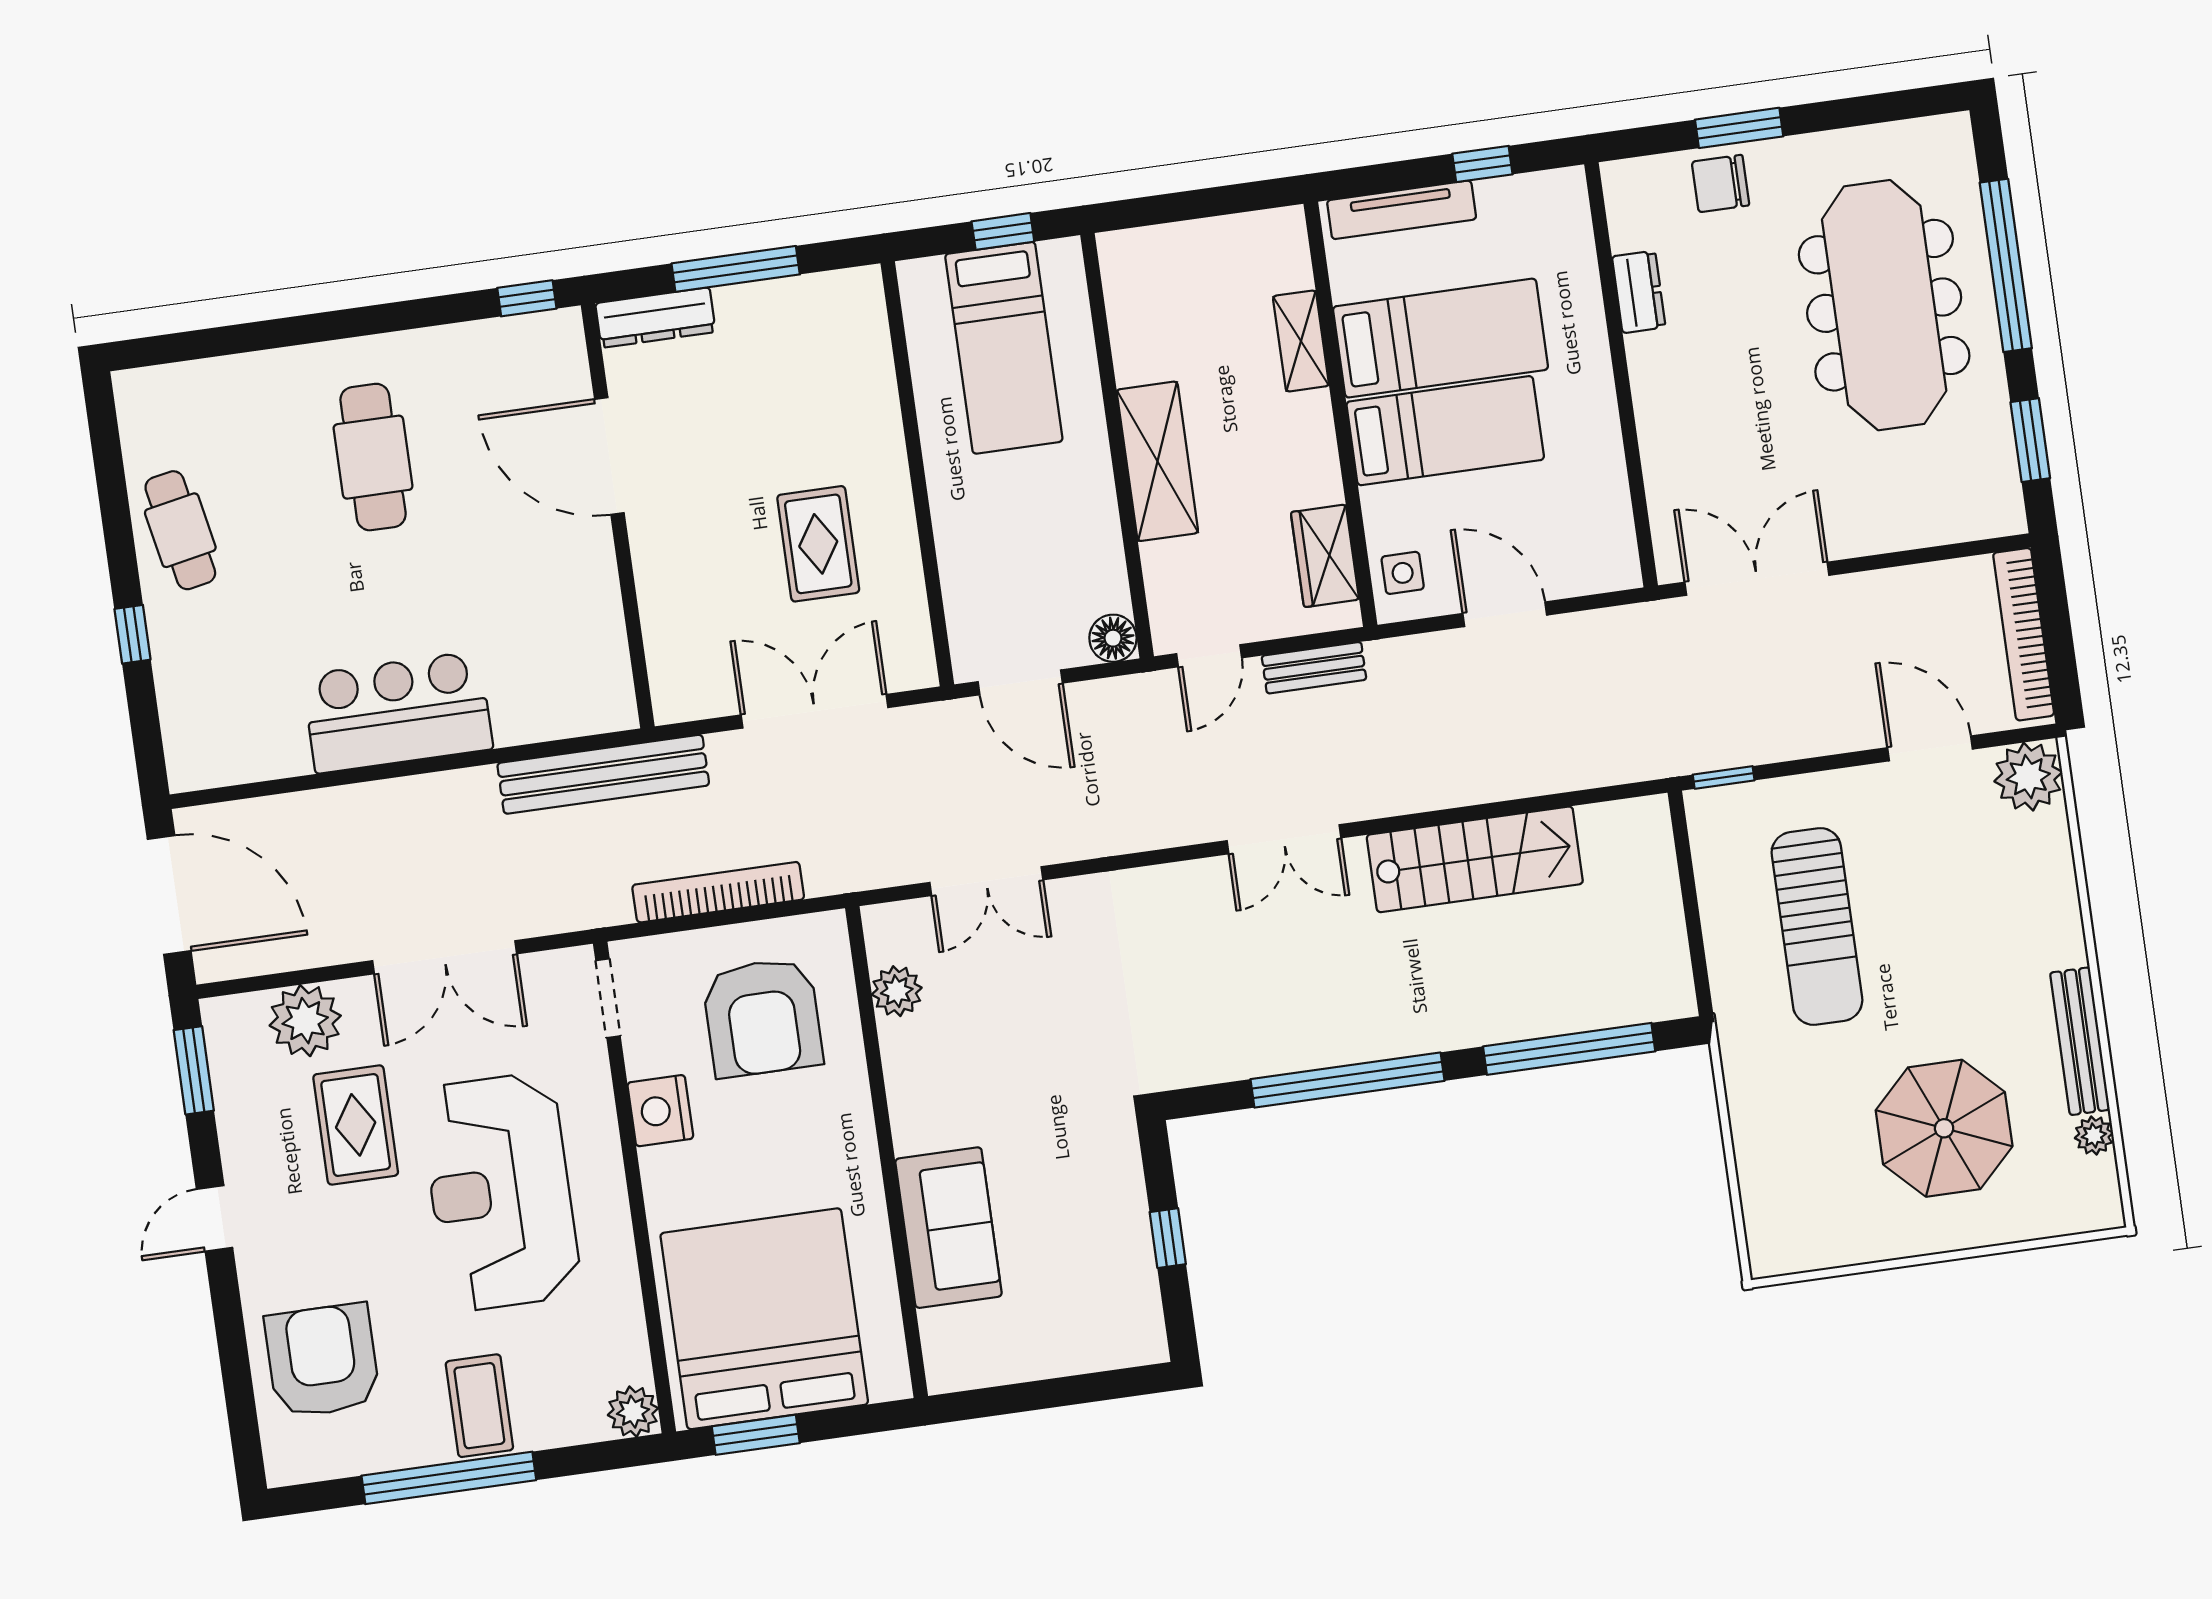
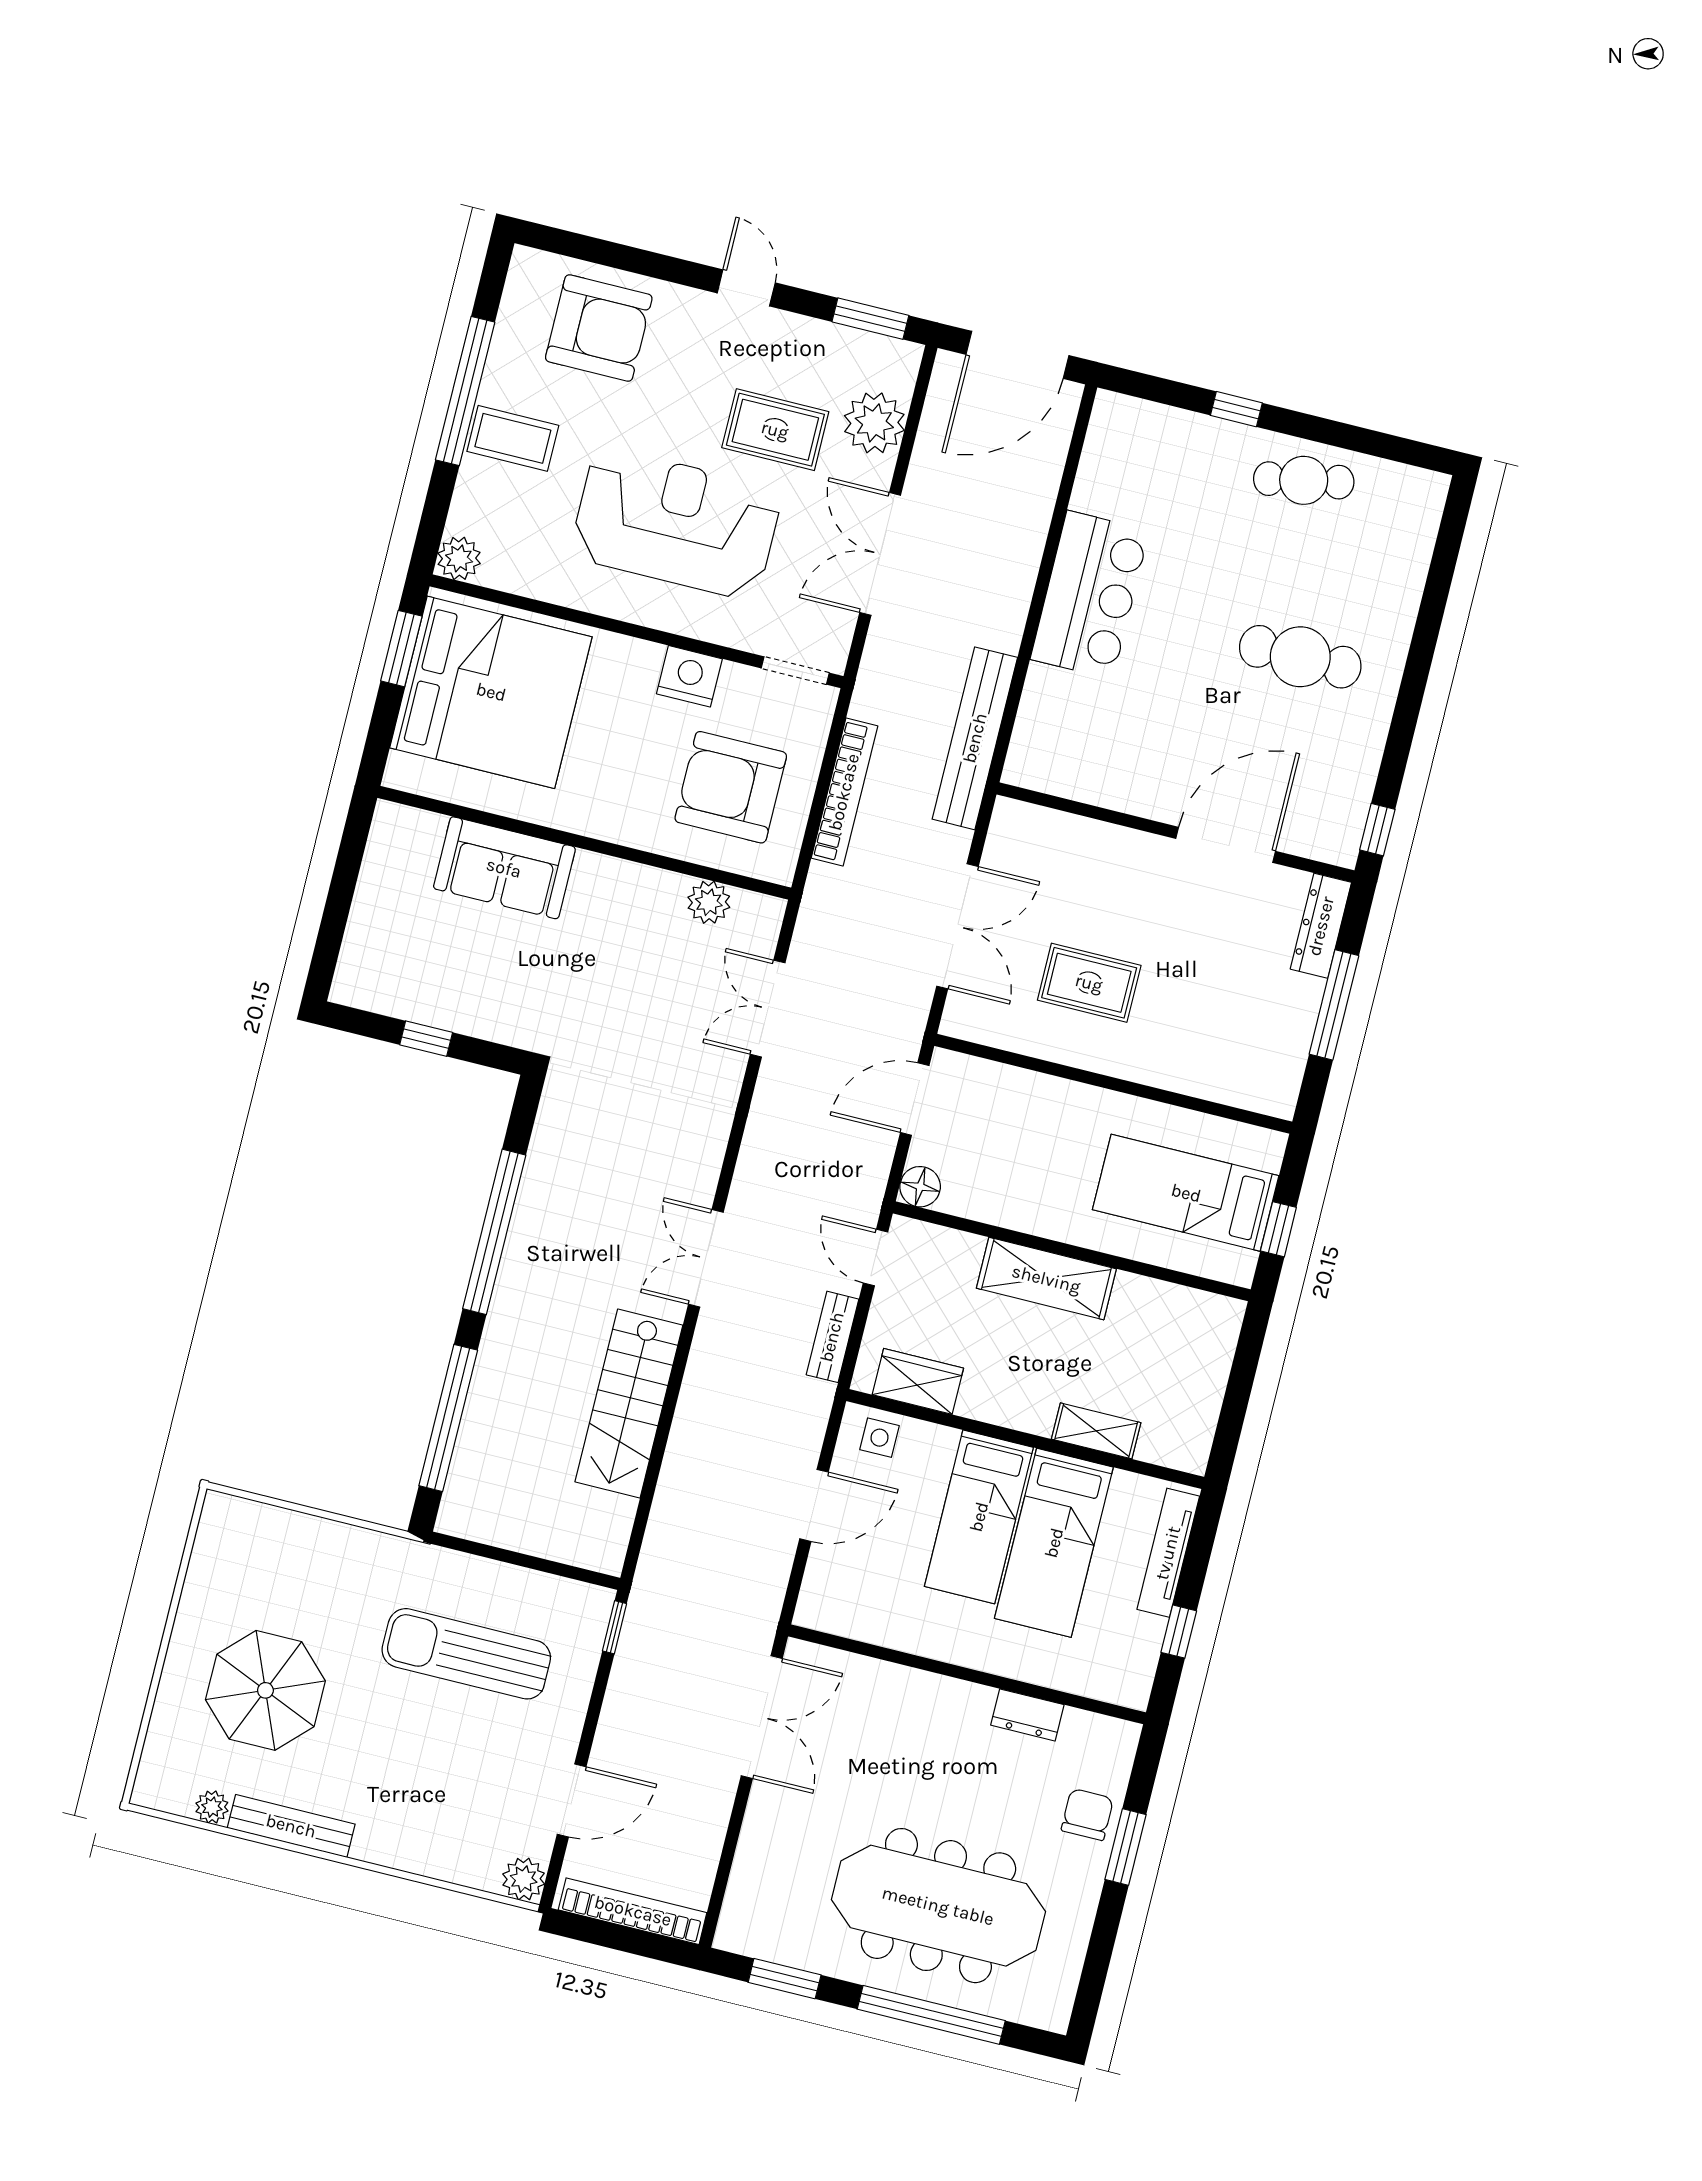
plant: (2028, 777) -> (524, 1879), width x0.73, depth x0.73

